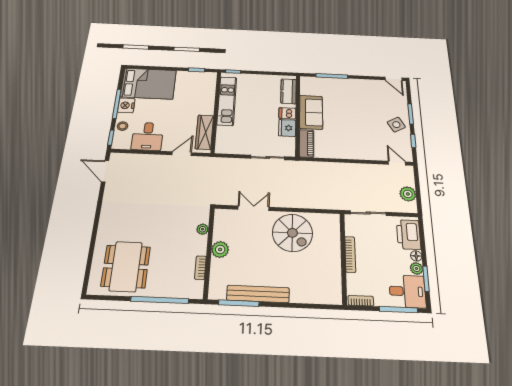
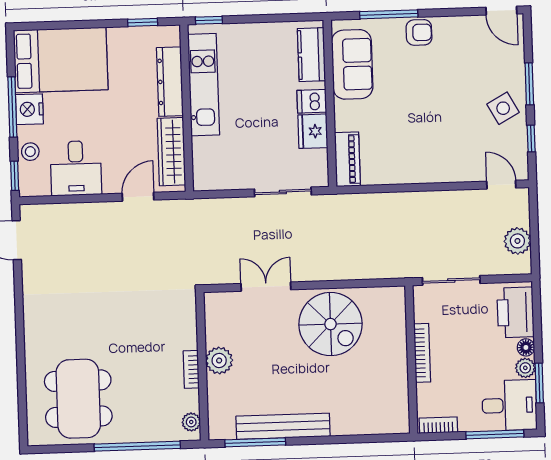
armchair: (348, 85) -> (419, 32), added
dresser: (208, 98) -> (170, 82), added
sofa: (311, 112) -> (352, 64), moved
plant: (203, 229) -> (191, 422), moved
bookcase: (200, 268) -> (191, 369), moved

